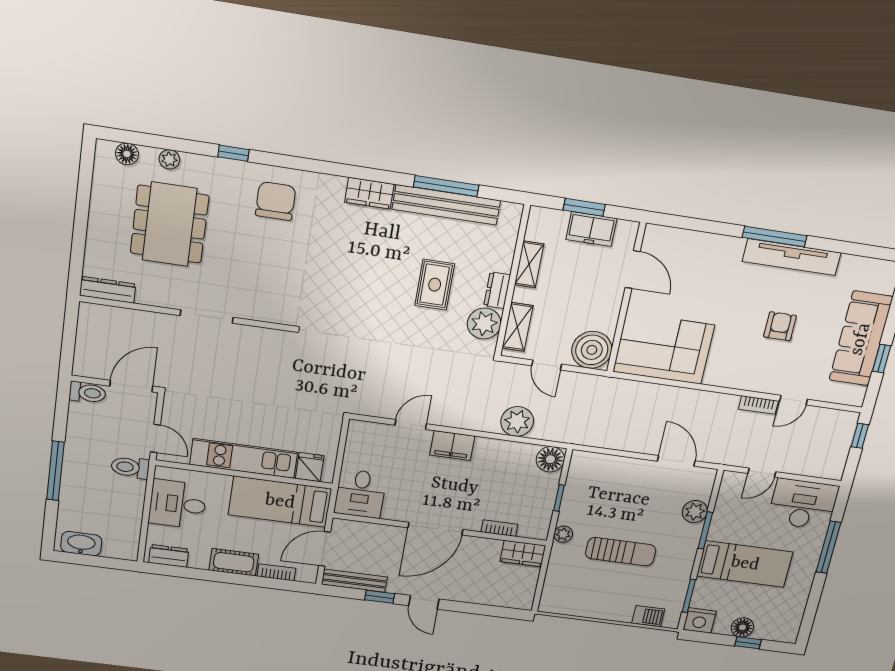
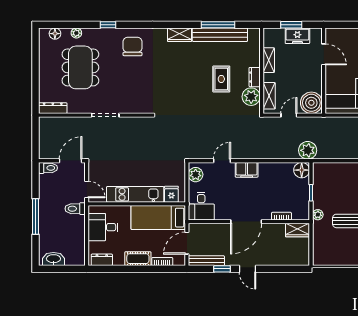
door: (547, 365) -> (289, 115), swing flipped
plant: (517, 421) -> (308, 150), moved
plant: (359, 441) -> (196, 175), added

